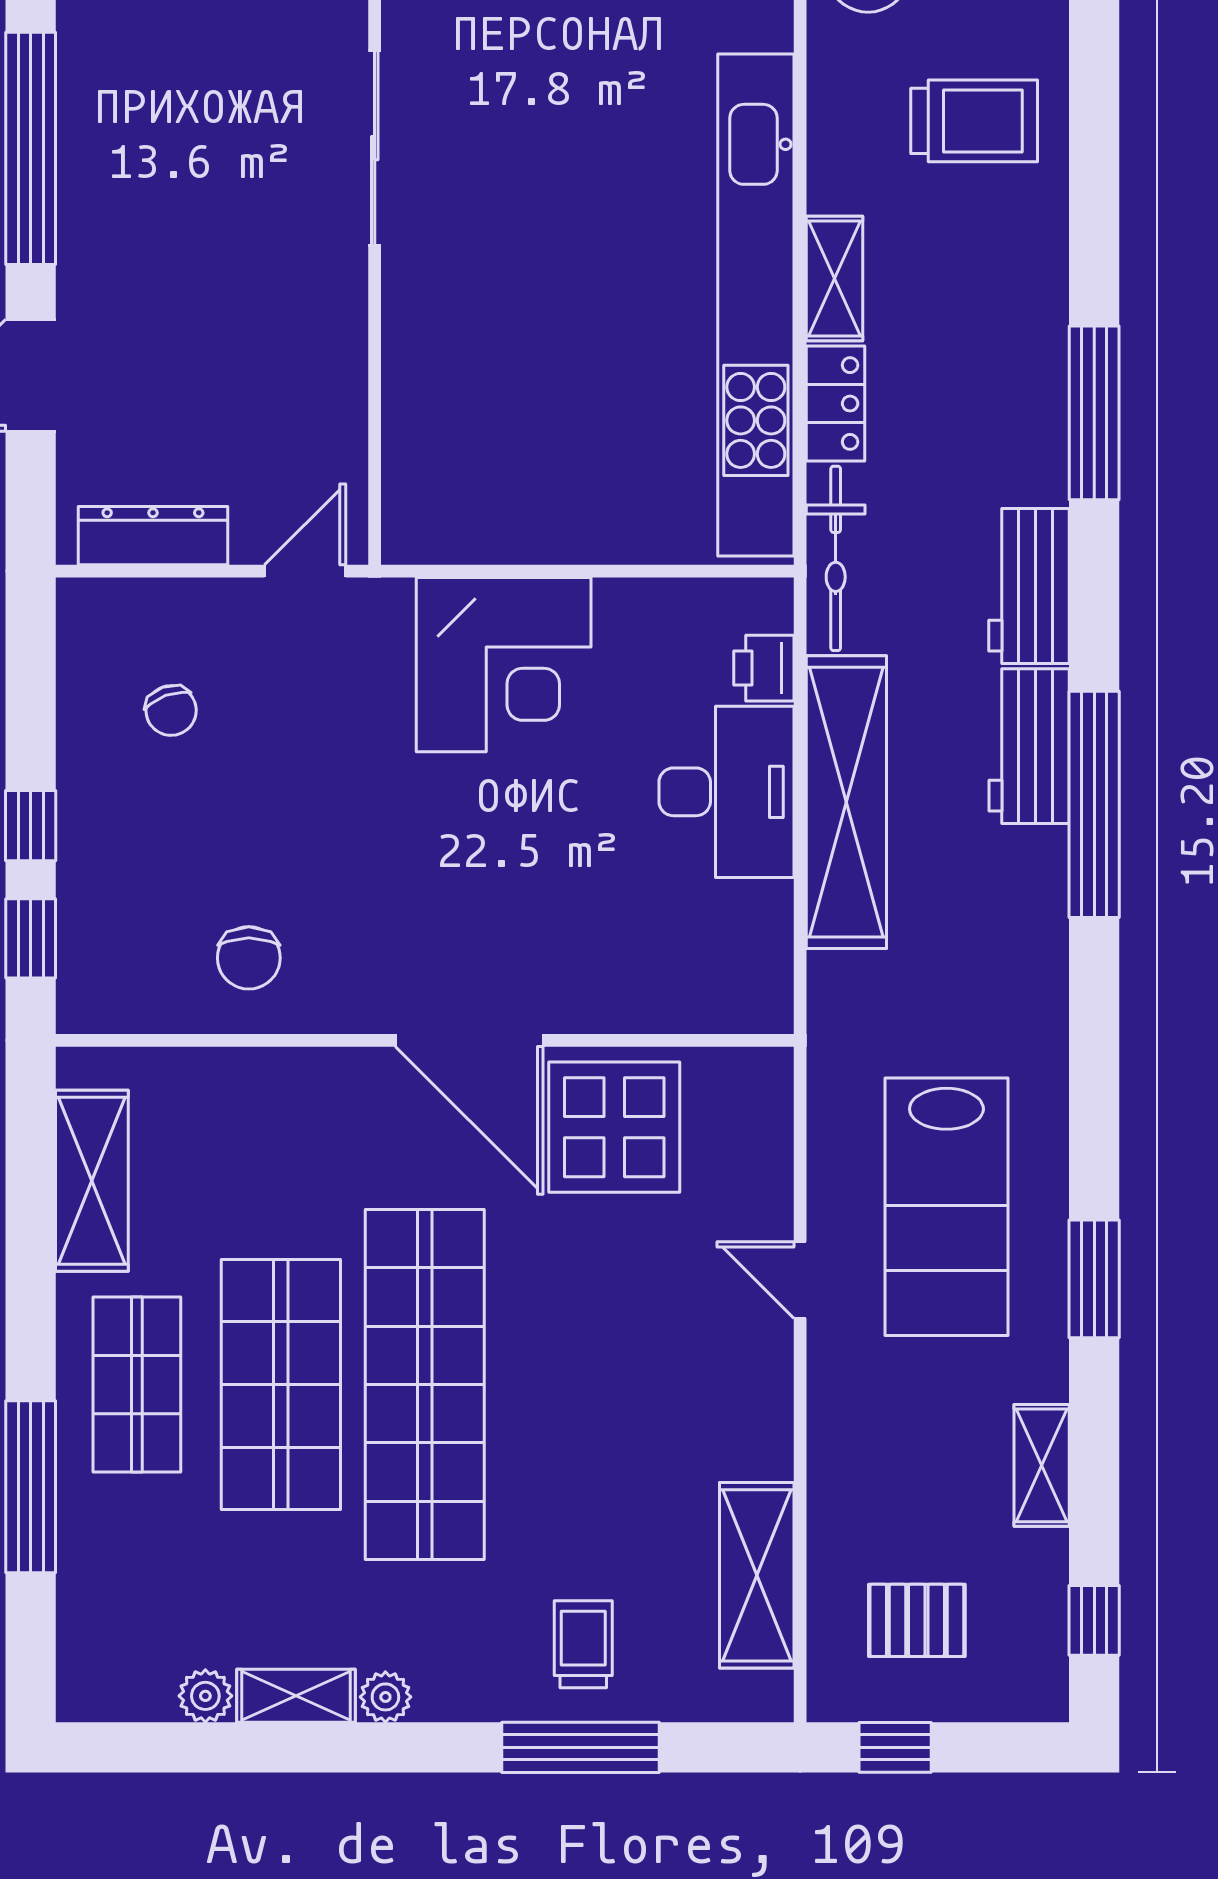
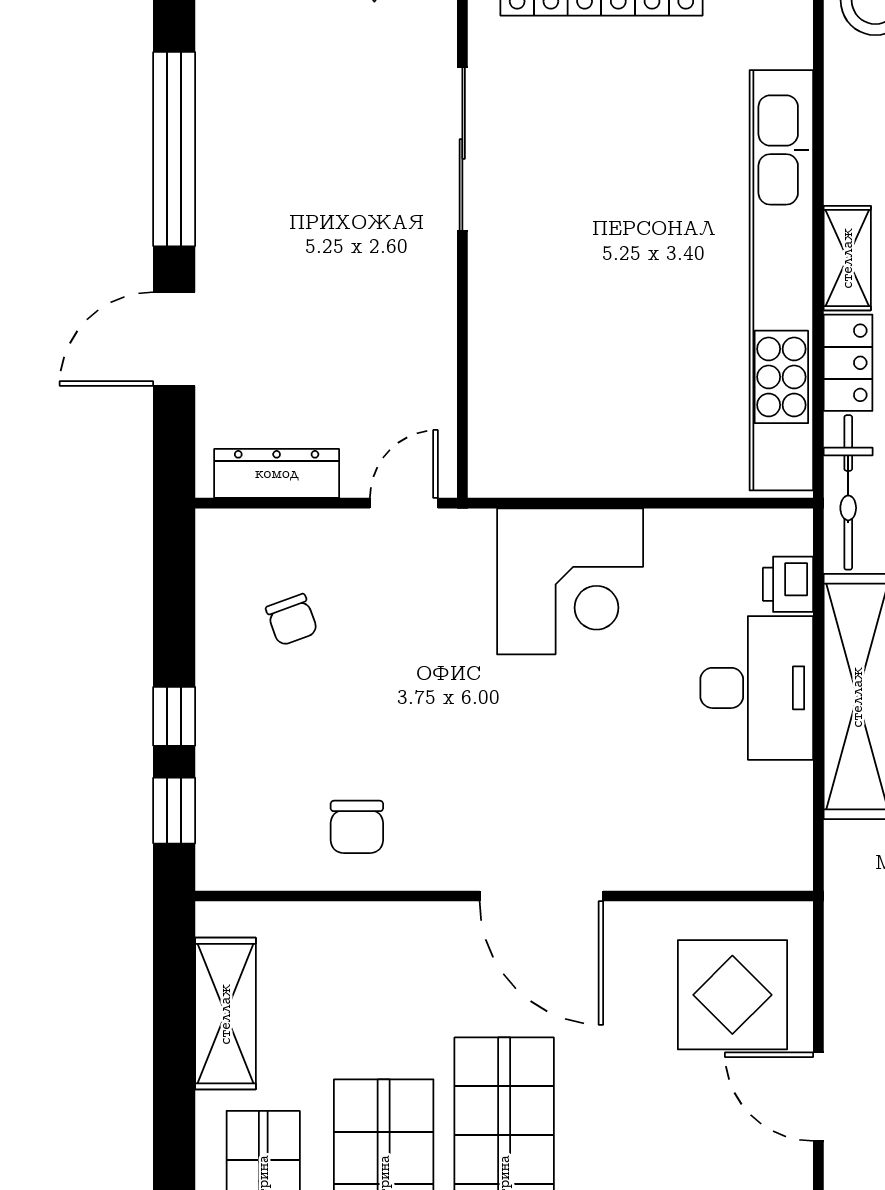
display table: (614, 1127) -> (732, 995), moved
door: (800, 1280) -> (818, 1097), width x1.38

